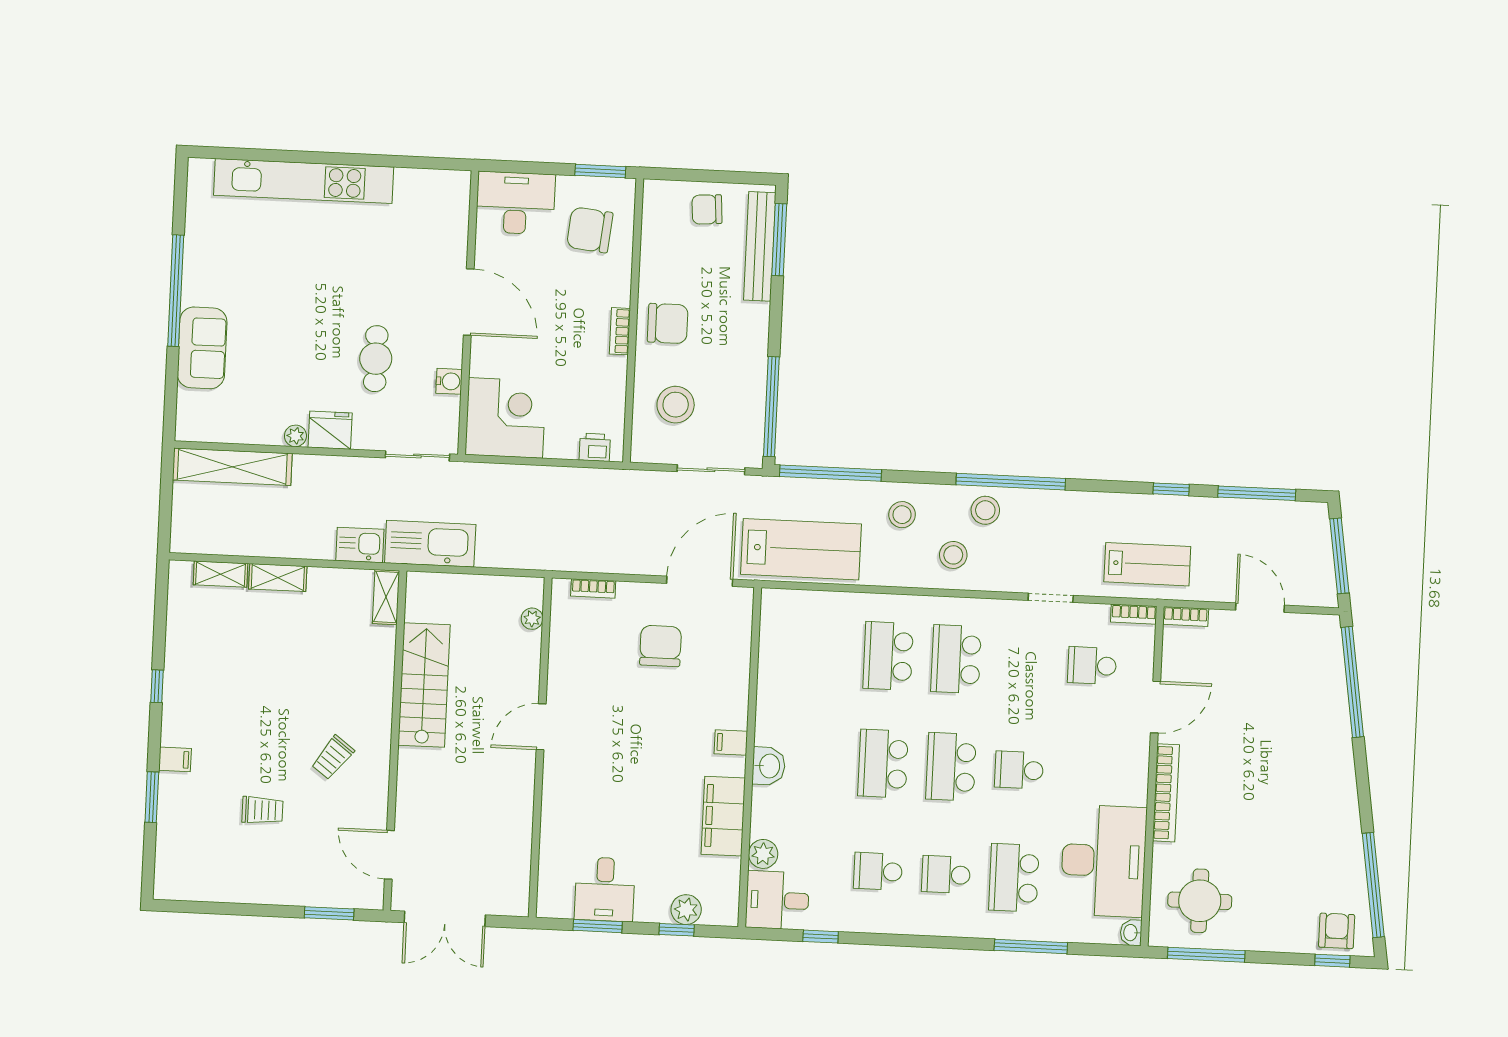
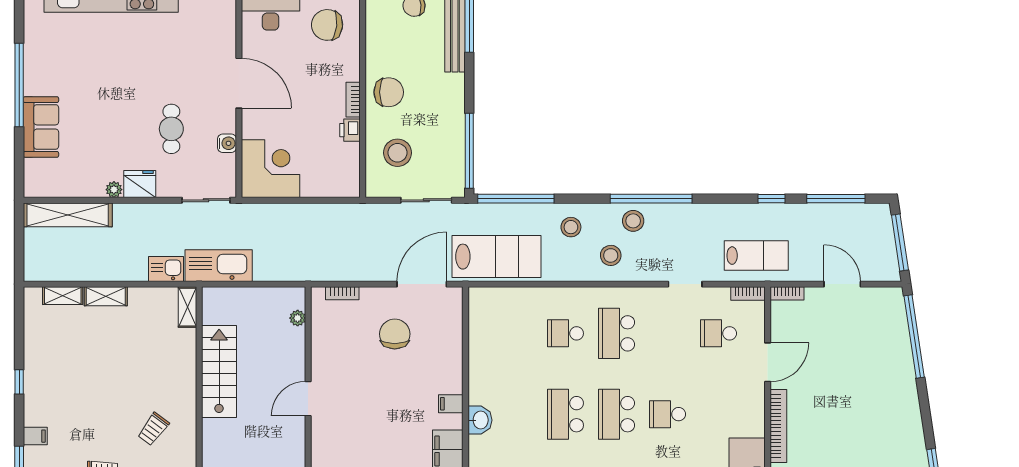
printer: (595, 447) -> (350, 130), moved, turned -90
school desk: (888, 656) -> (566, 333), width x0.54

